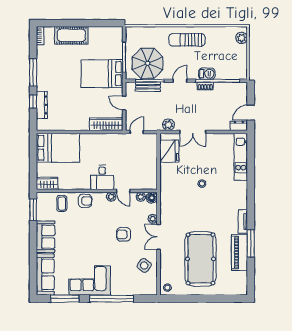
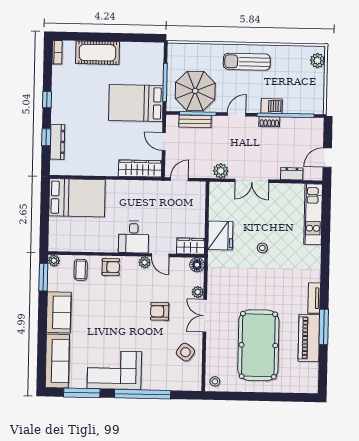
window: (33, 72) -> (47, 100), width x0.46
dresser: (239, 126) -> (292, 174), moved
fridge: (169, 151) -> (220, 236), moved
wardrobe: (47, 183) -> (191, 246), moved
plant: (141, 197) -> (54, 261), moved

